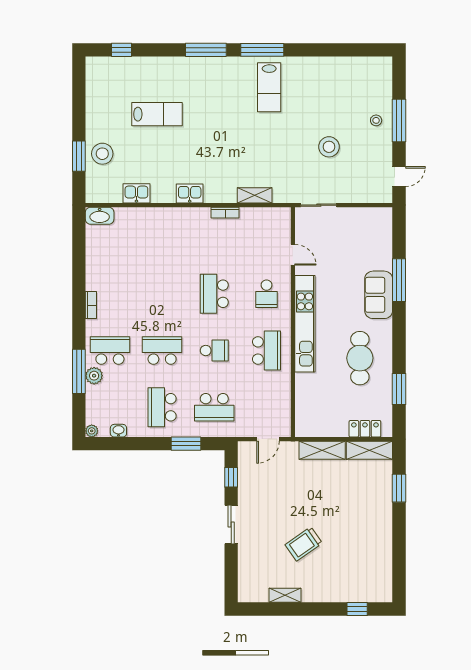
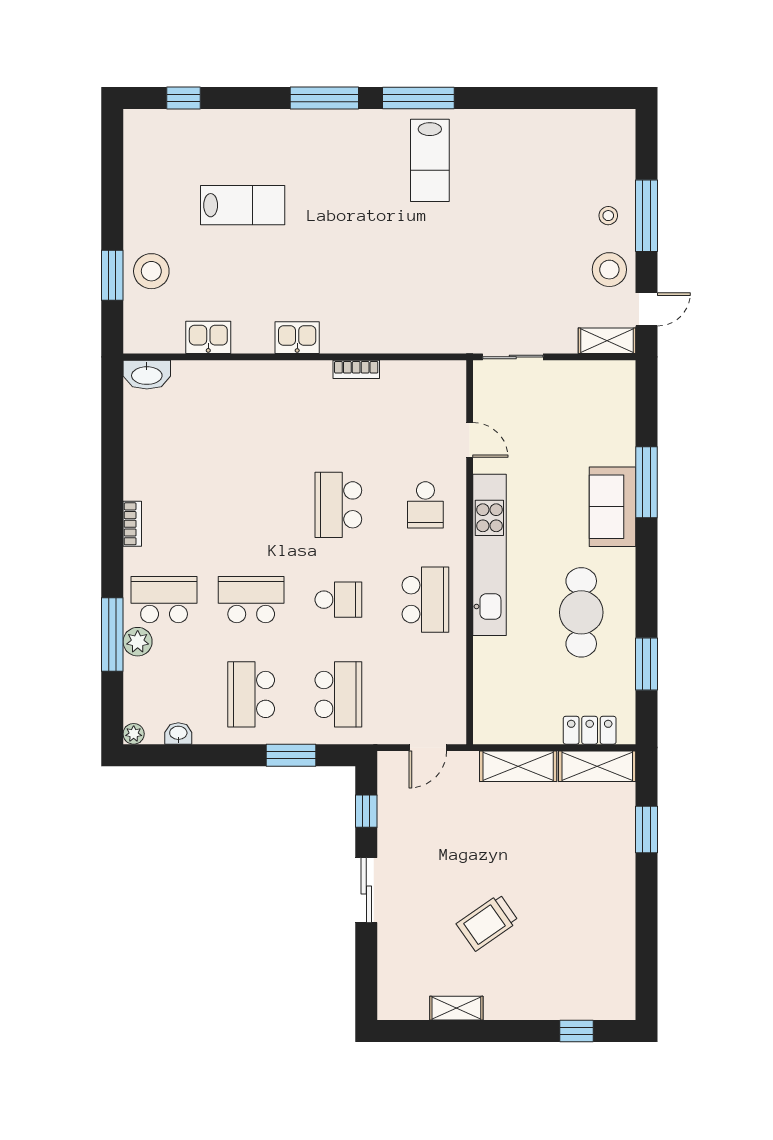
stool: (329, 147) -> (609, 270), moved
shelving: (255, 195) -> (607, 341), moved
school desk: (214, 407) -> (338, 694), turned -90

